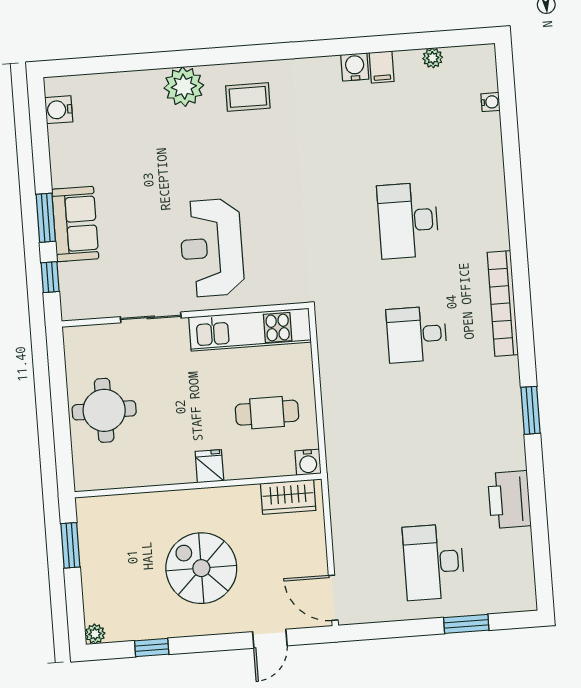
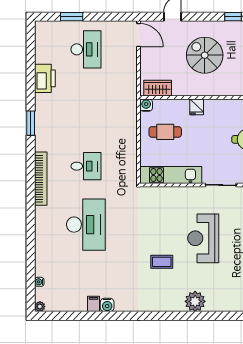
plant: (433, 58) -> (40, 307), moved
coffee table: (248, 97) -> (162, 262), moved
desk: (408, 221) -> (86, 225), width x1.36, depth x1.30
reception desk: (212, 248) -> (203, 238), moved, turned 180
spiral stairs: (201, 568) -> (205, 55), turned 180

